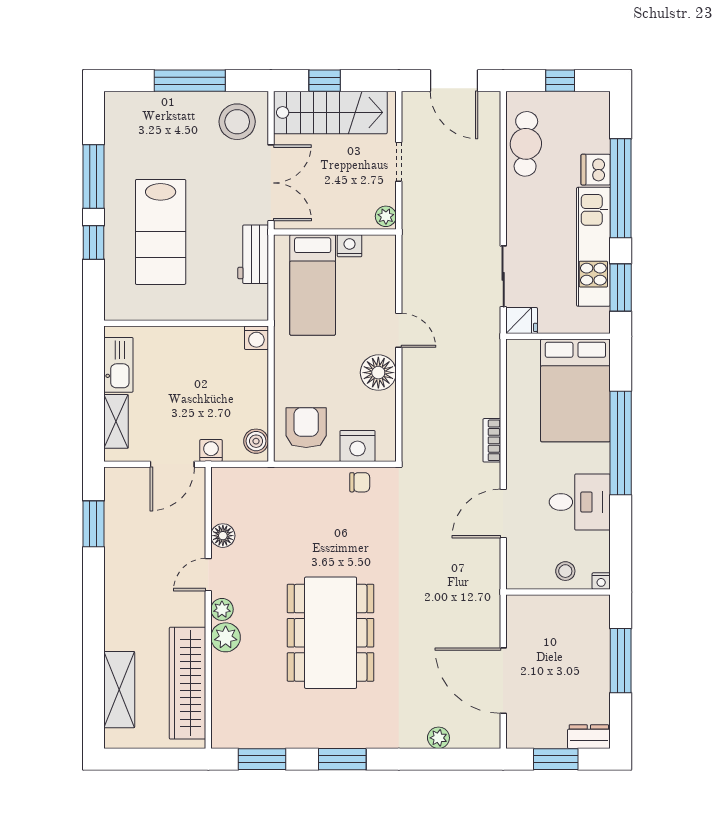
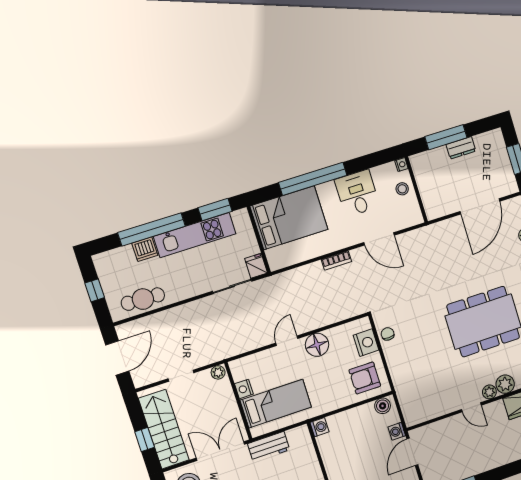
door: (172, 464) -> (412, 452), swing flipped
floor lamp: (223, 536) -> (445, 407), removed
dresser: (589, 737) -> (461, 148), moved, turned -90

